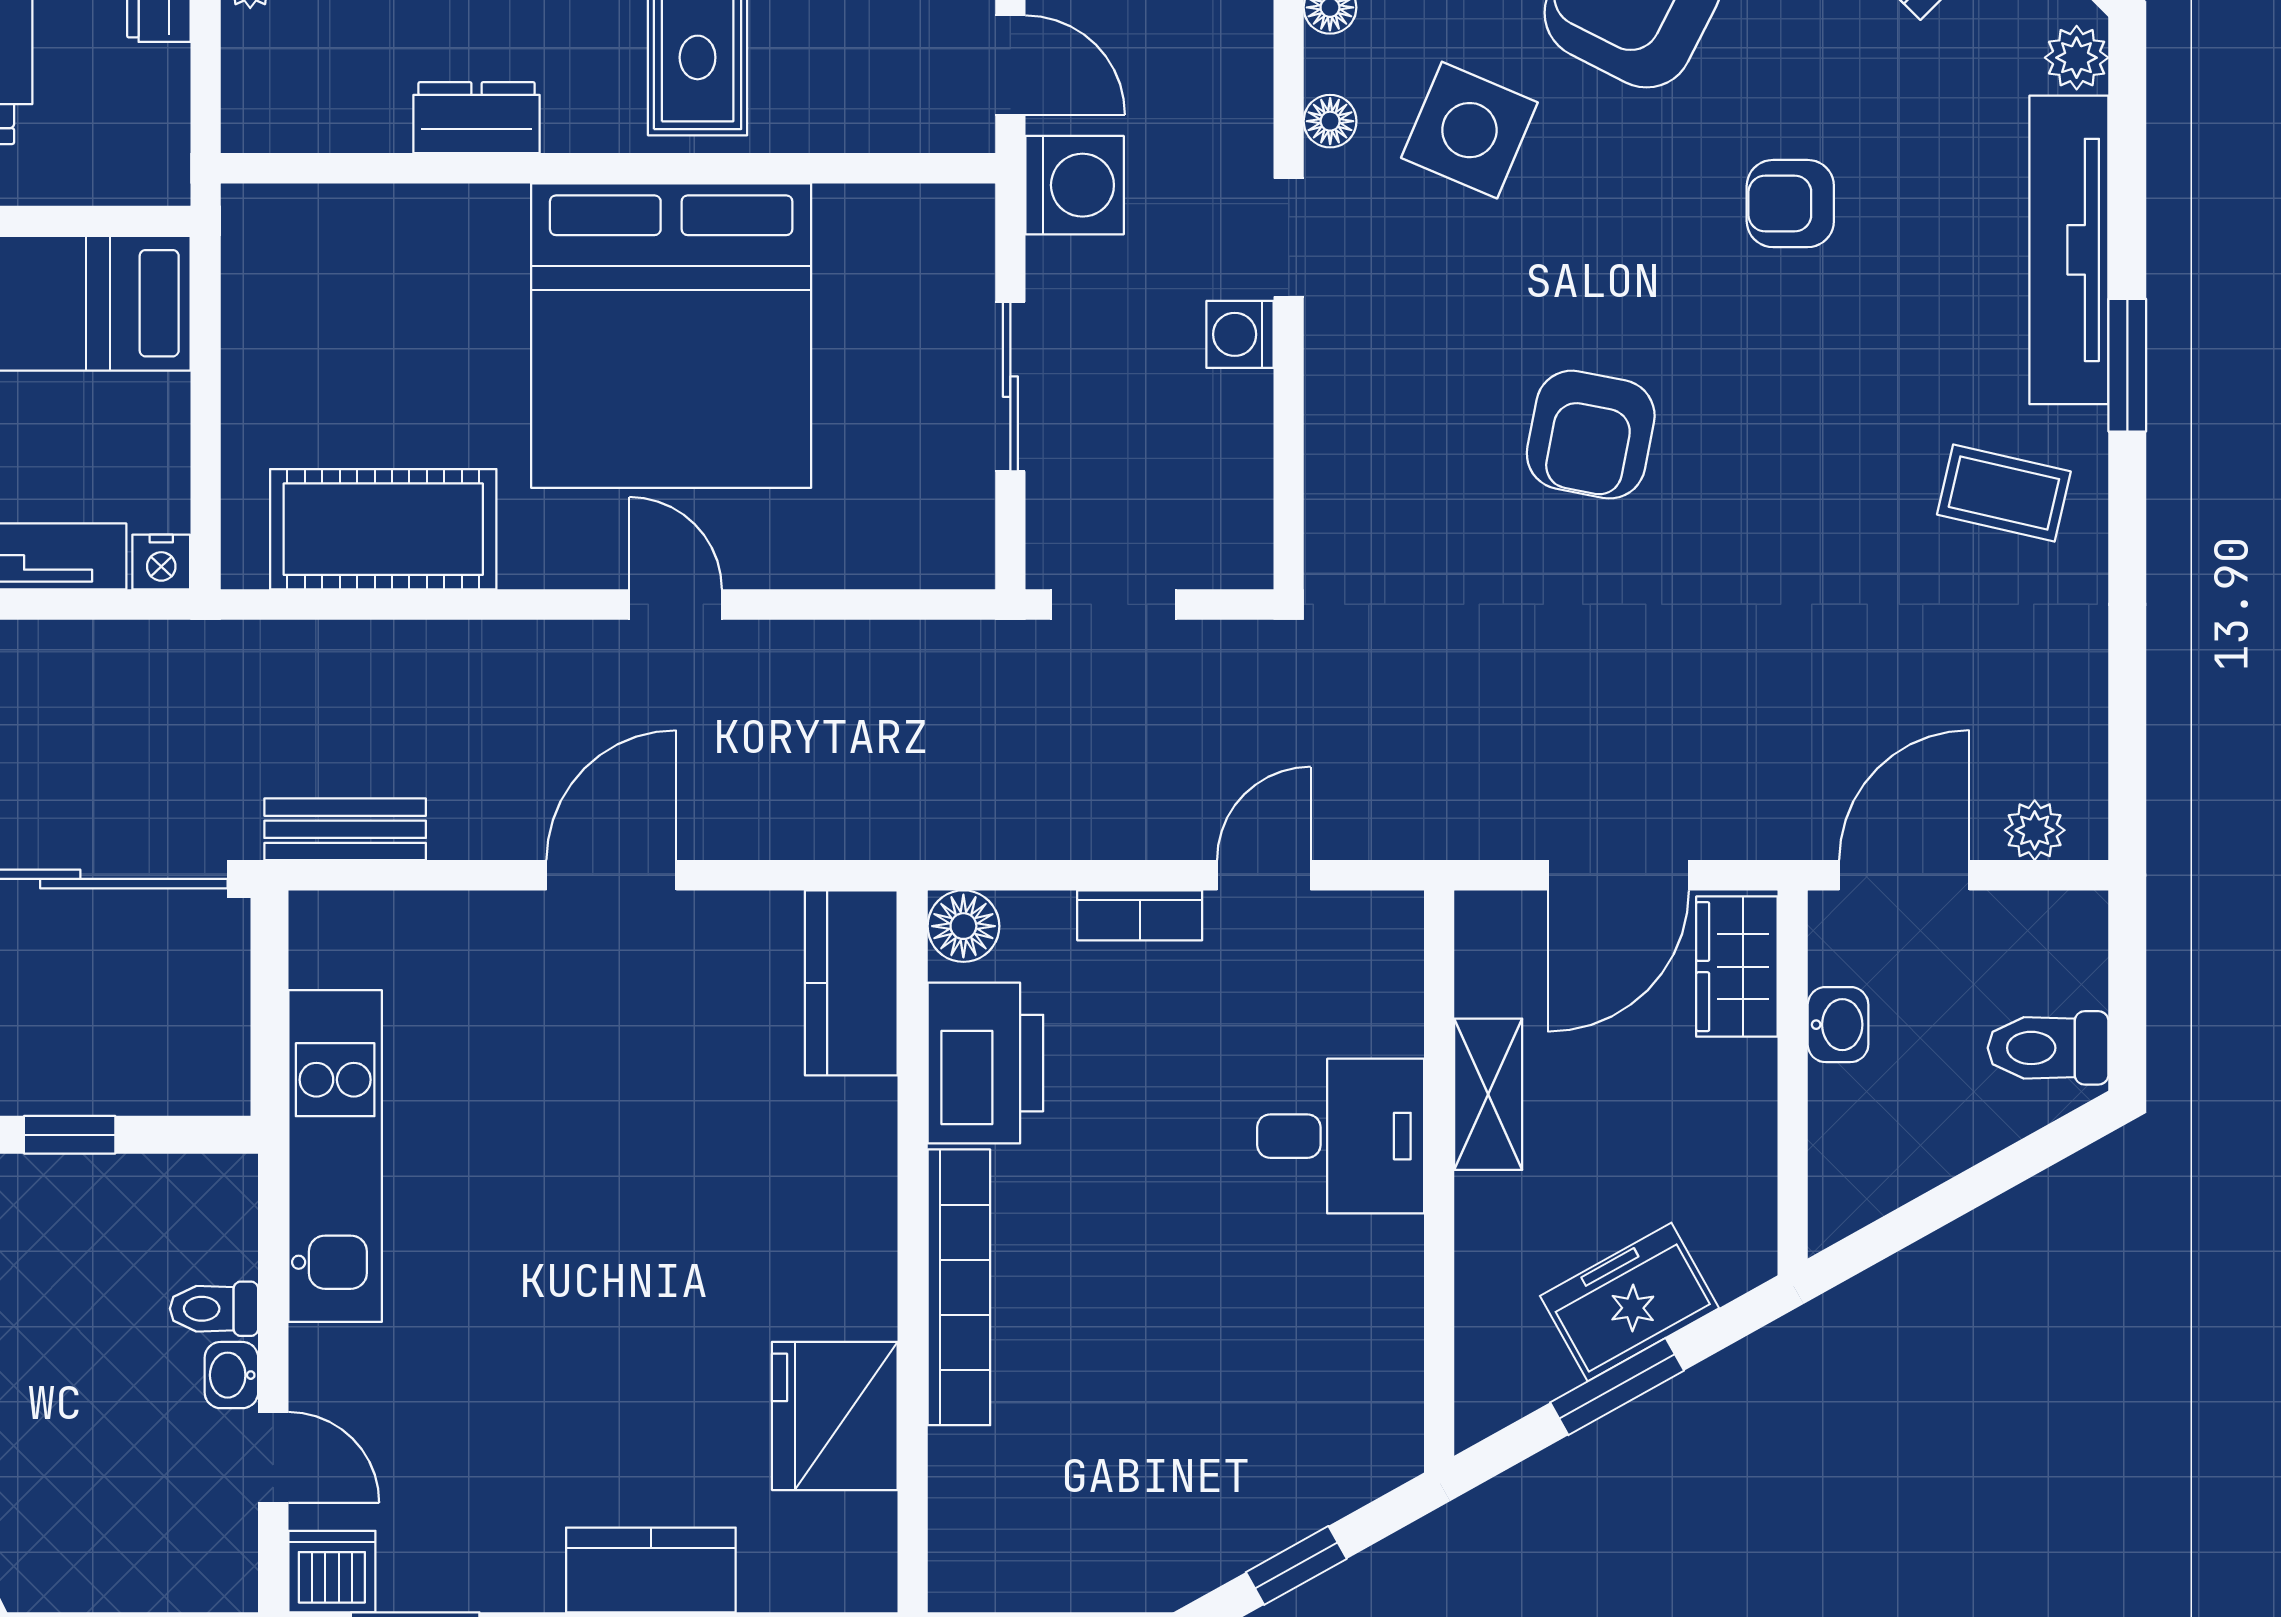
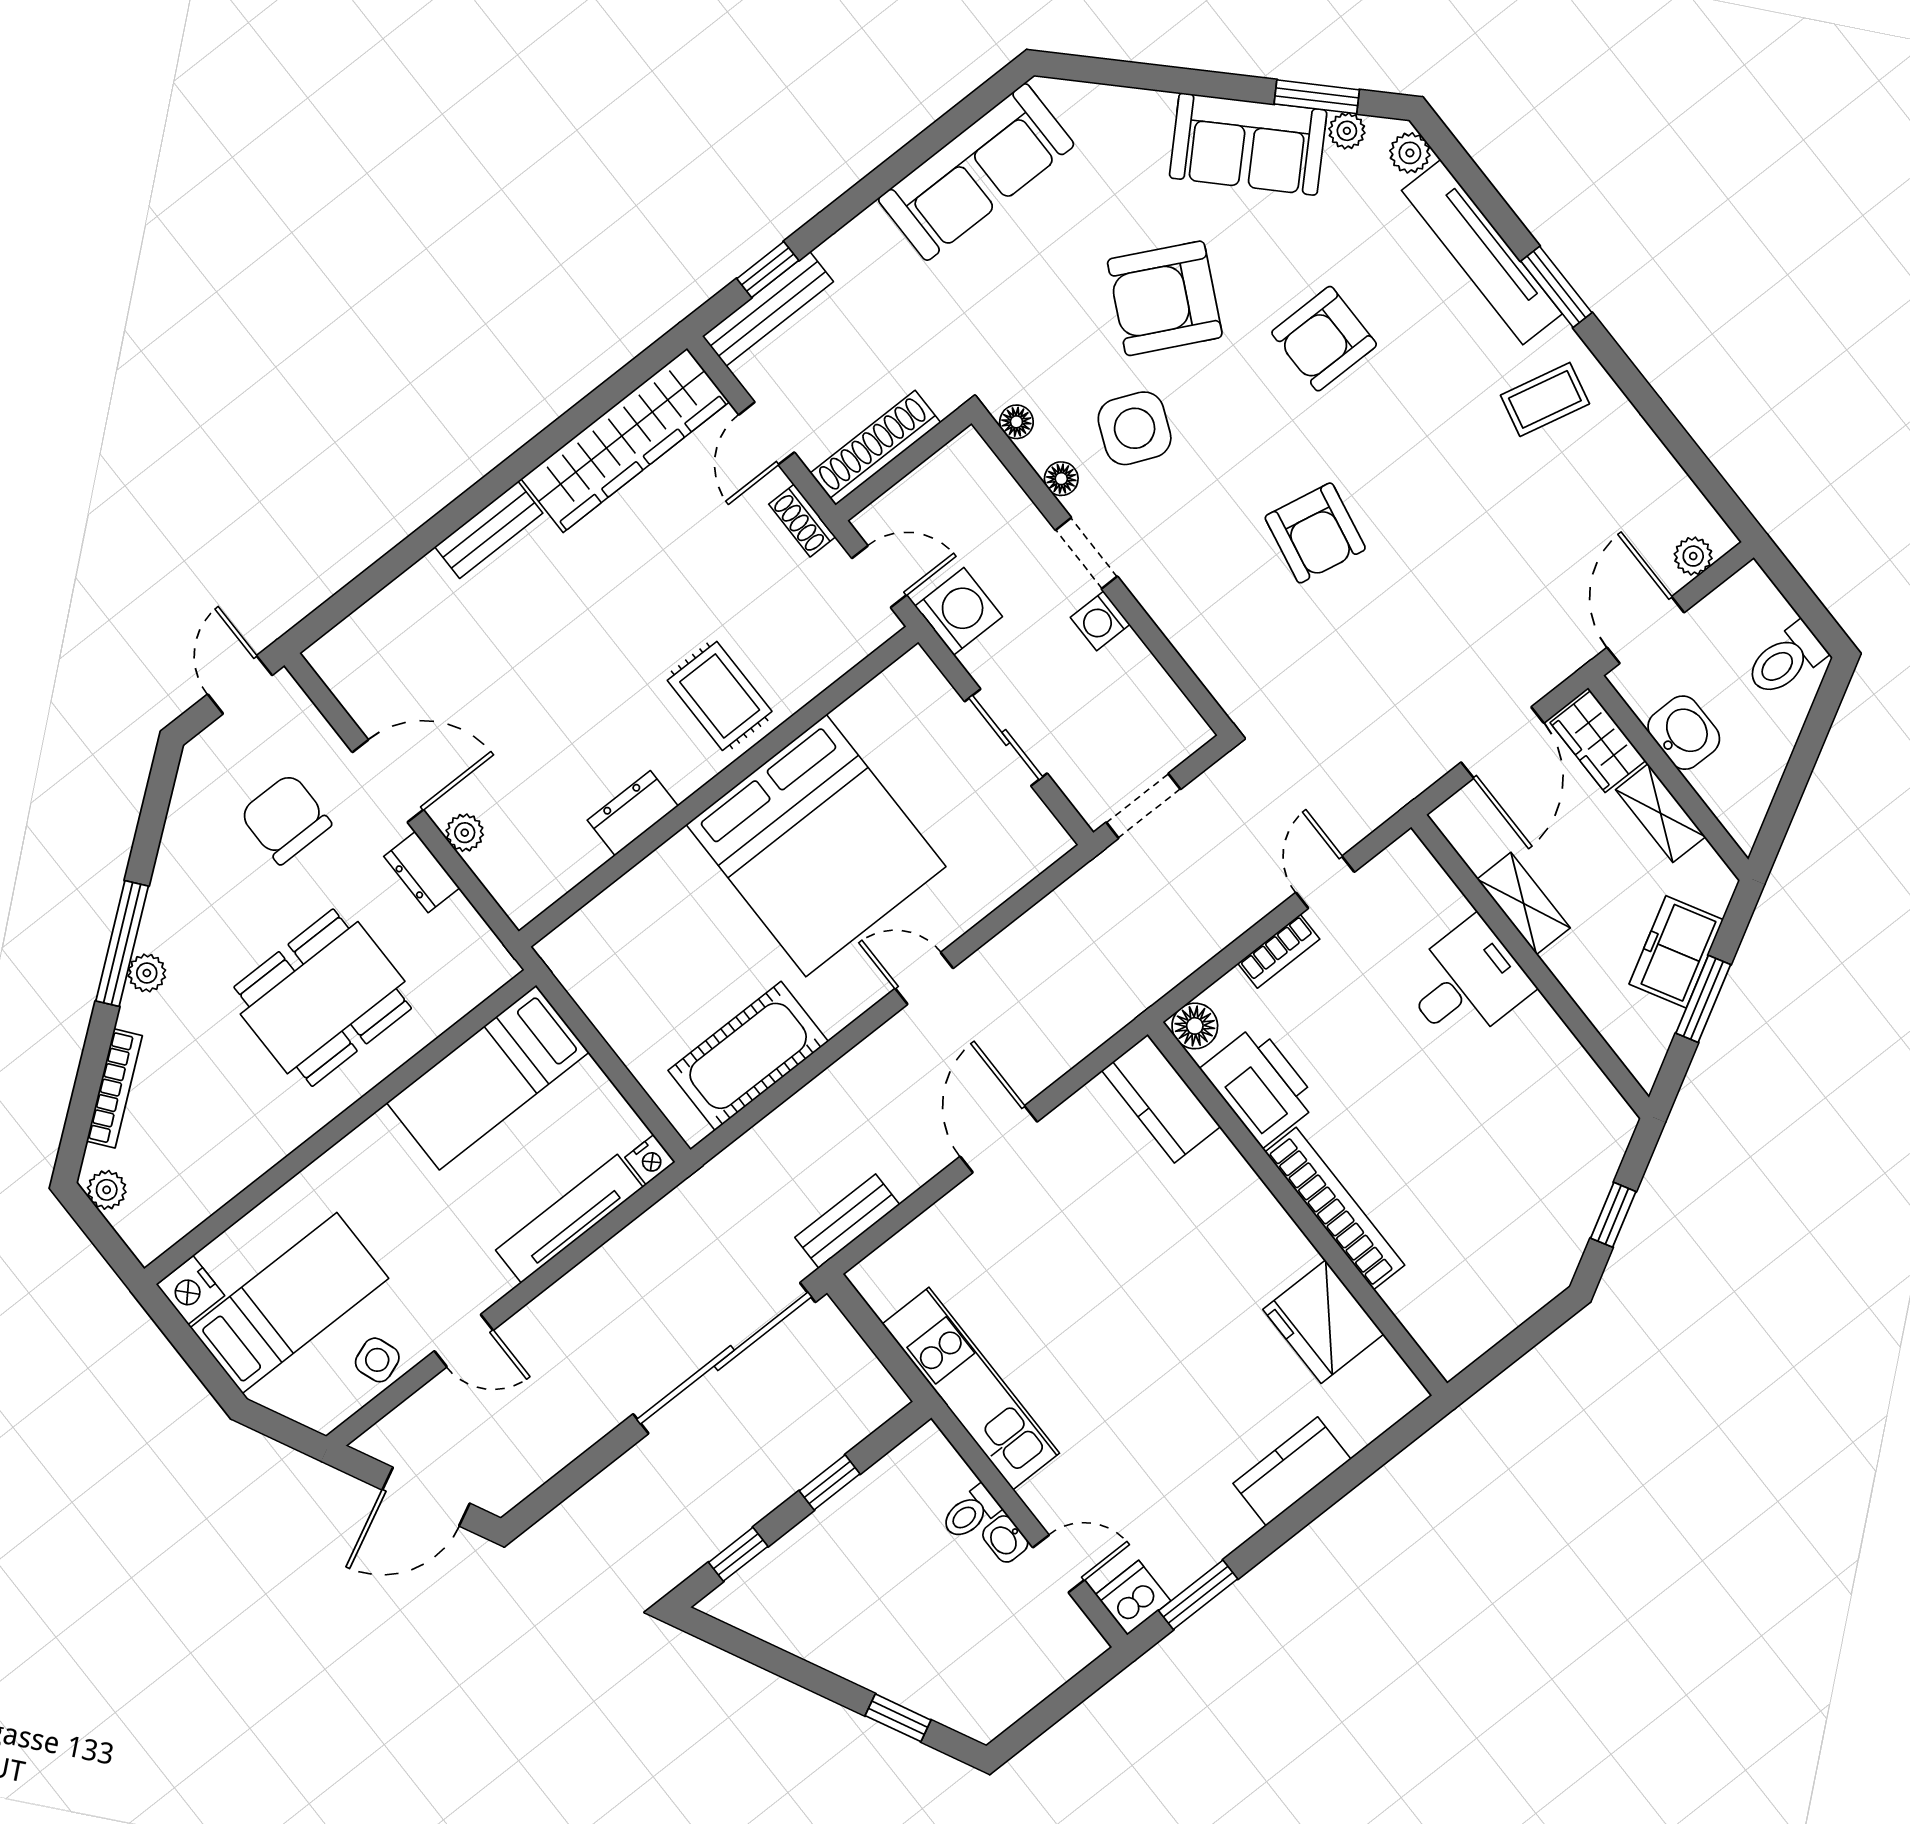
armchair: (1790, 204) -> (1324, 339), width x1.38, depth x1.38
washbasin: (1838, 1025) -> (1684, 733), width x1.38, depth x1.45
shelving: (1745, 1116) -> (1660, 813), added

